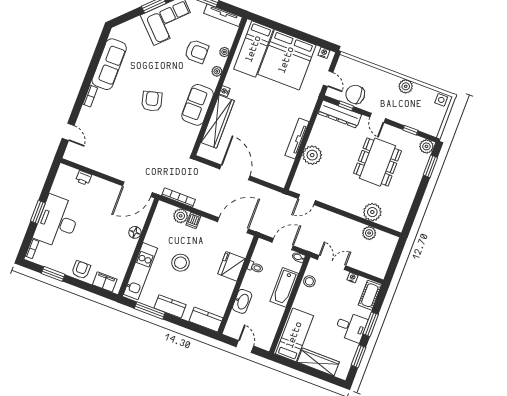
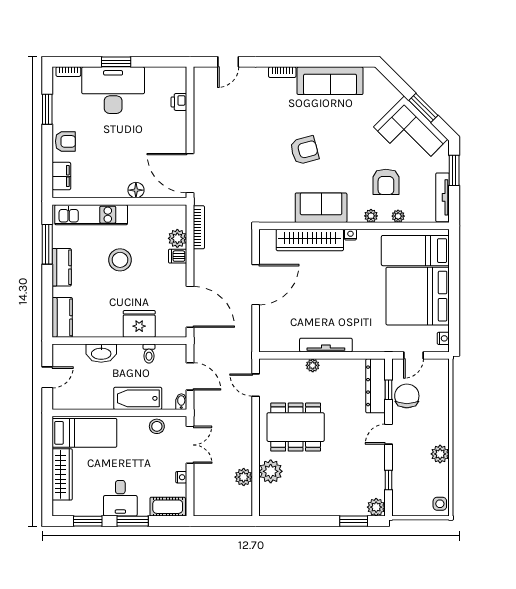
plant: (312, 155) -> (313, 365), width x0.53, depth x0.53
dining table: (377, 162) -> (296, 427), moved

